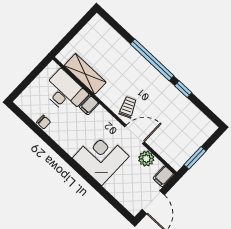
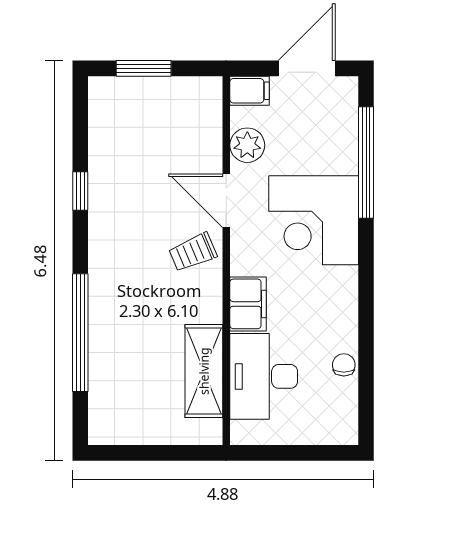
window: (152, 60) -> (80, 333), moved
filing cabinet: (89, 105) -> (248, 304), width x2.00
window: (195, 158) -> (144, 68), moved
window: (104, 193) -> (366, 162), added

